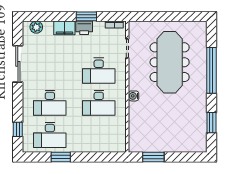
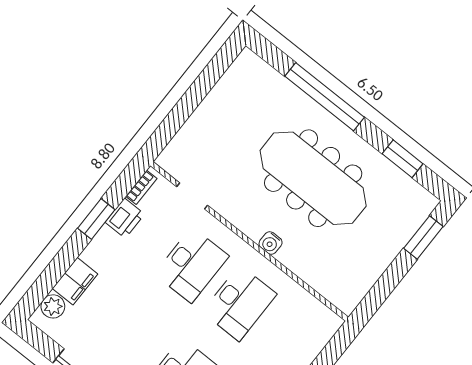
filing cabinet: (64, 28) -> (75, 281), moved
printer: (84, 28) -> (125, 218), moved
meeting table: (170, 62) -> (313, 178), moved
window: (153, 157) -> (423, 237), moved

